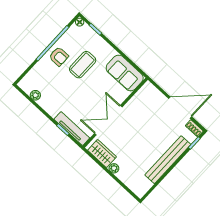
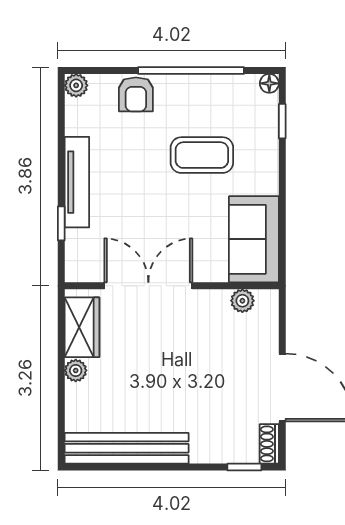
armchair: (59, 56) -> (136, 94), moved
plant: (35, 95) -> (76, 85), moved
plant: (141, 95) -> (242, 301), added
tv unit: (72, 129) -> (77, 182), moved
bench: (168, 160) -> (127, 448), moved

